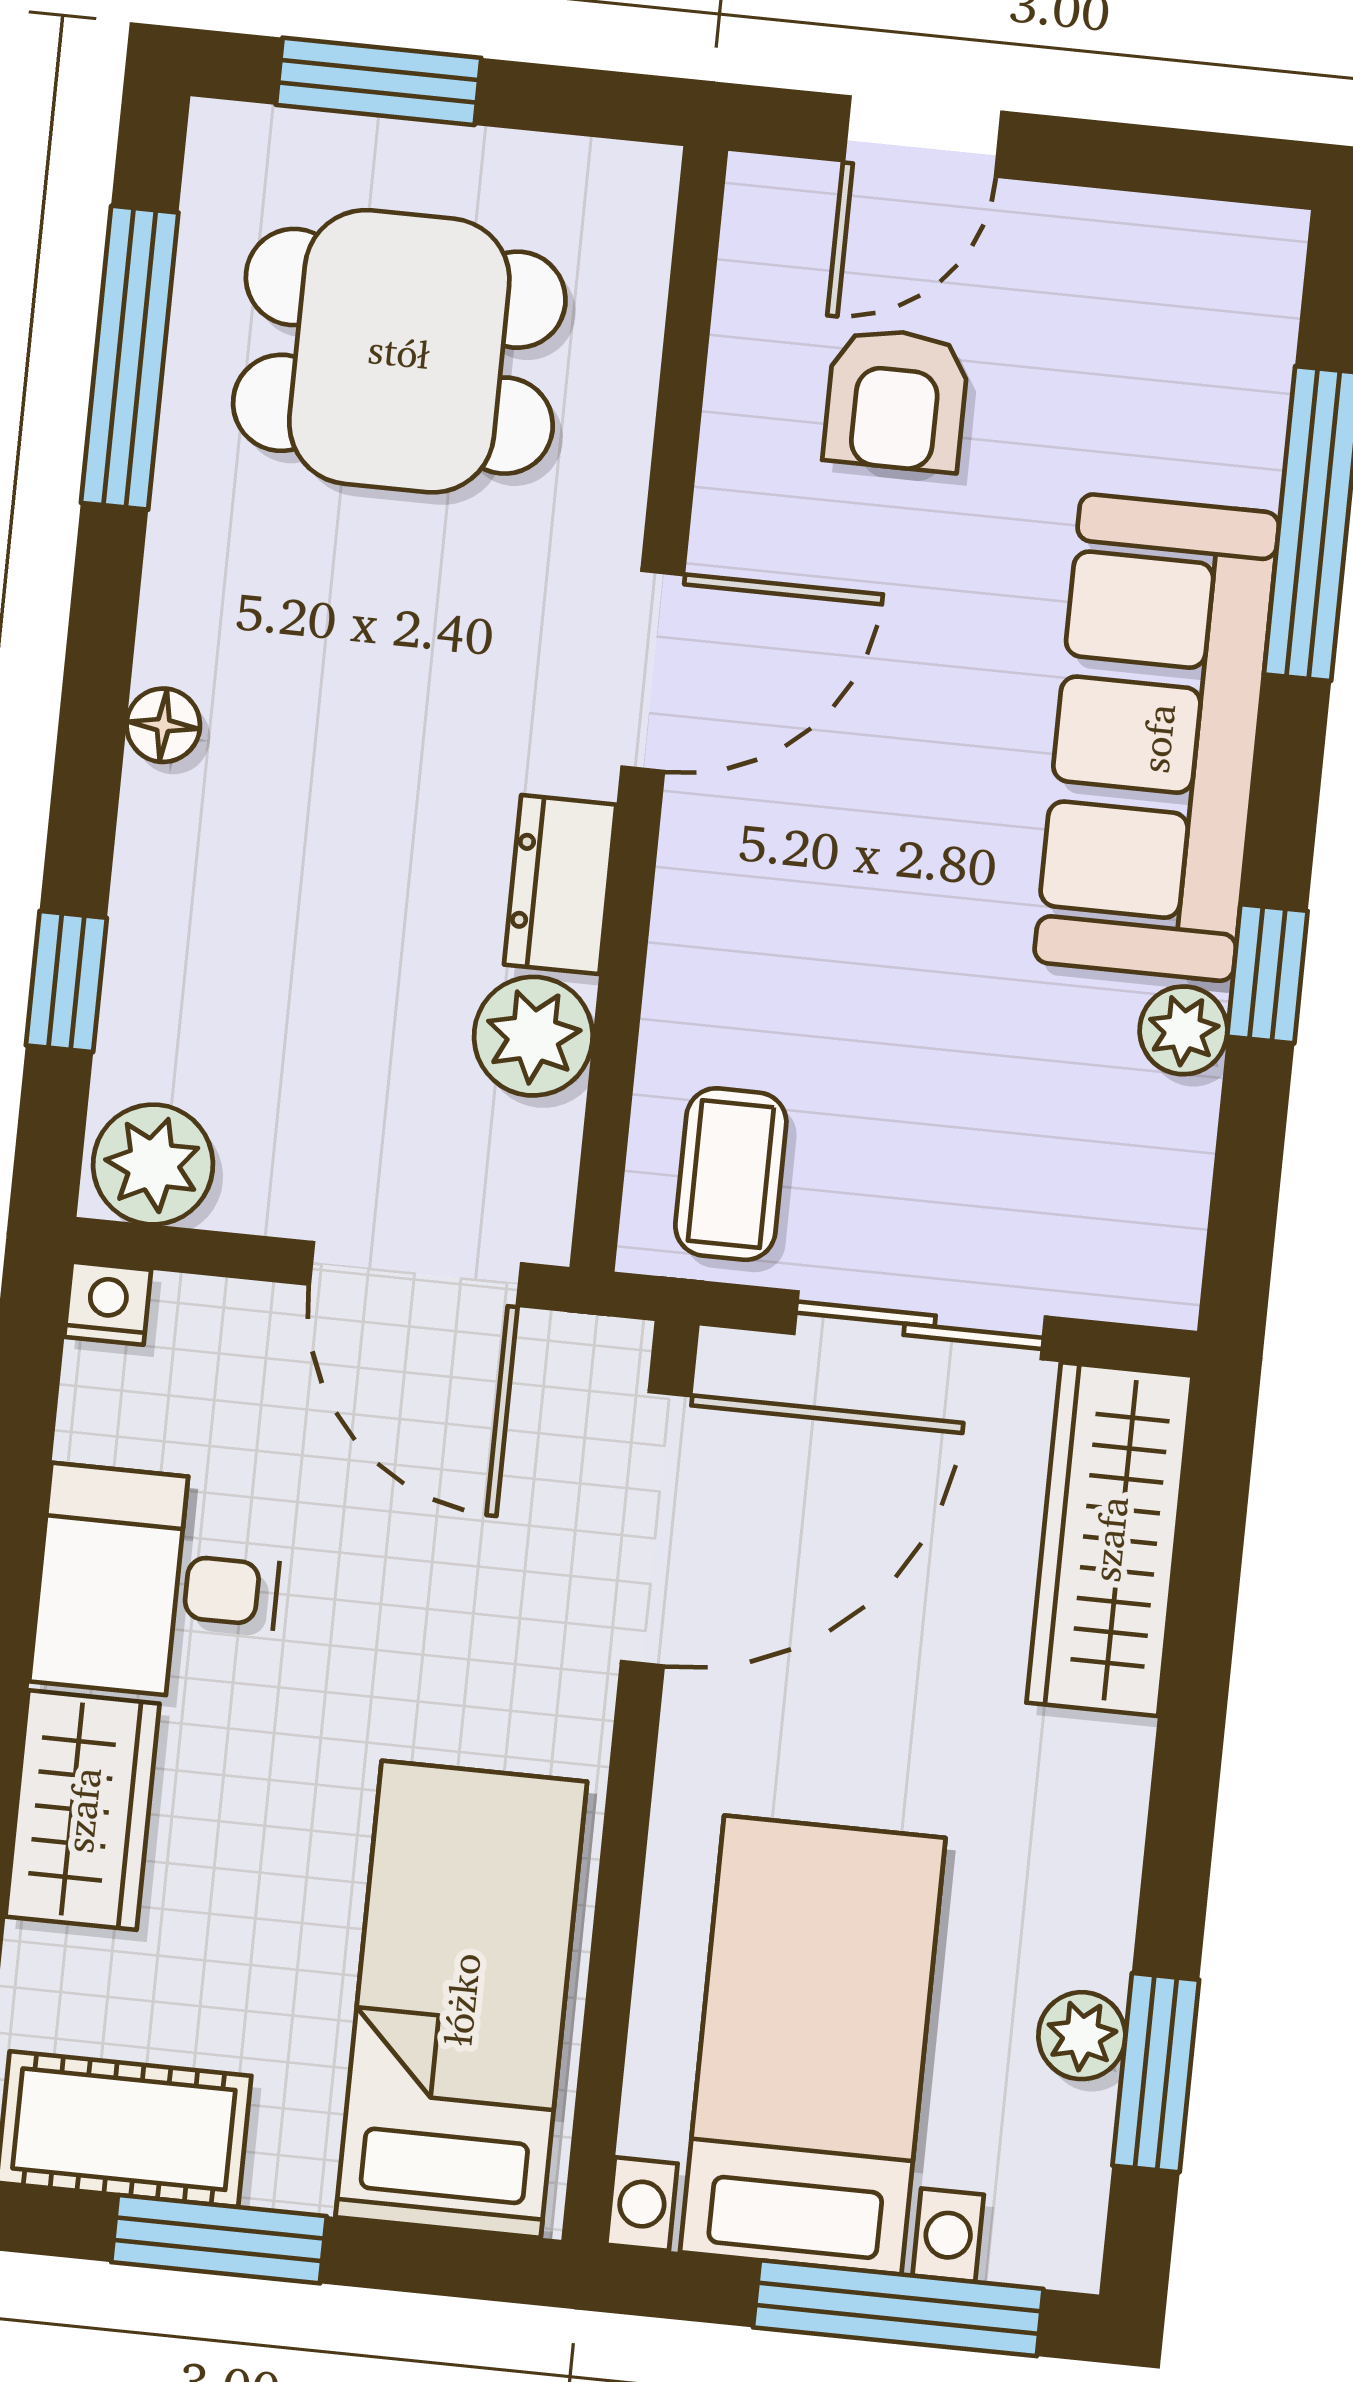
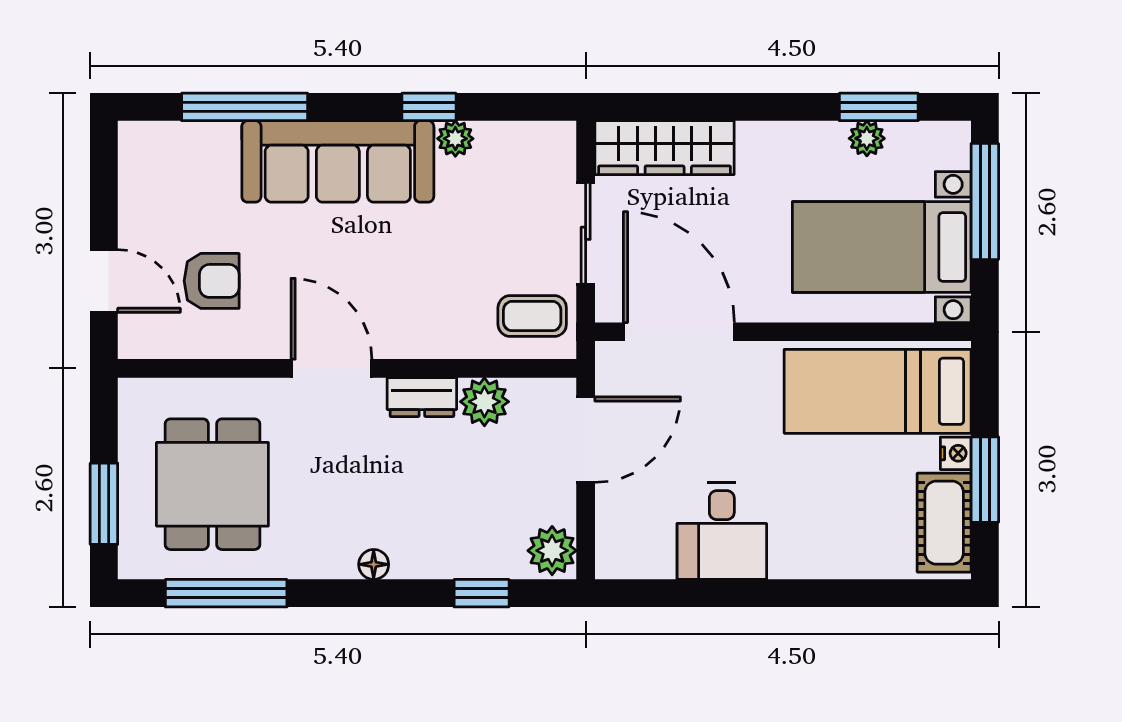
nightstand: (108, 1303) -> (956, 453), moved, turned 180
wardrobe: (82, 1810) -> (817, 553), removed

